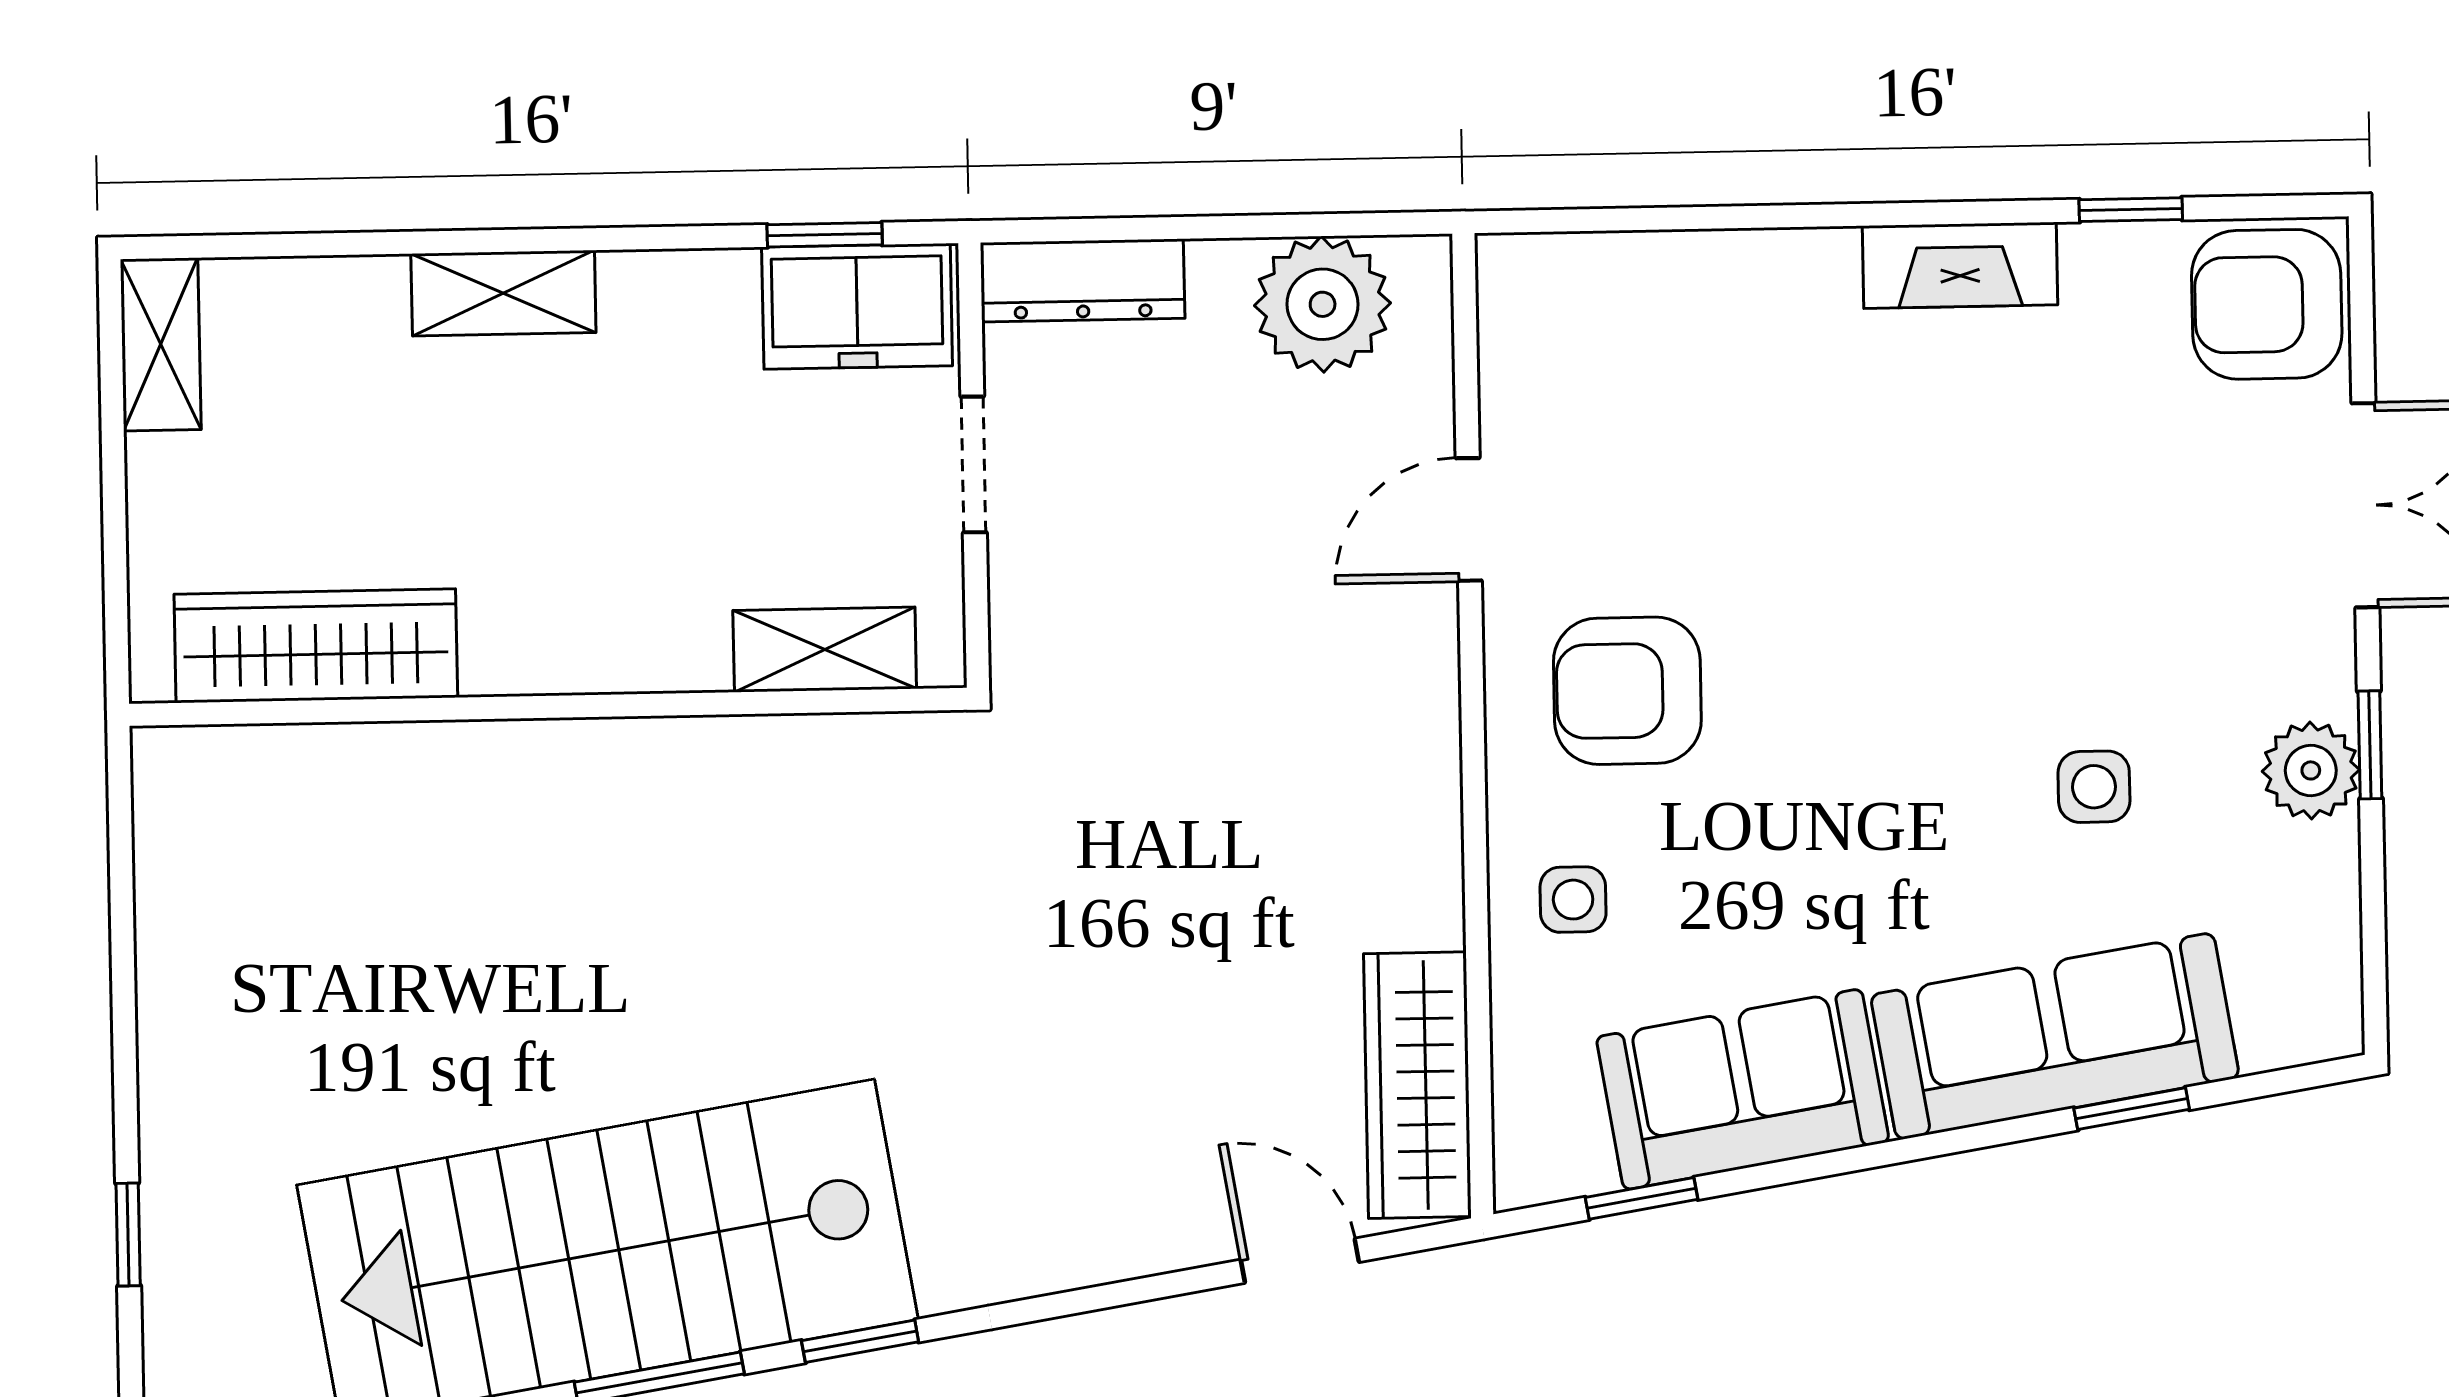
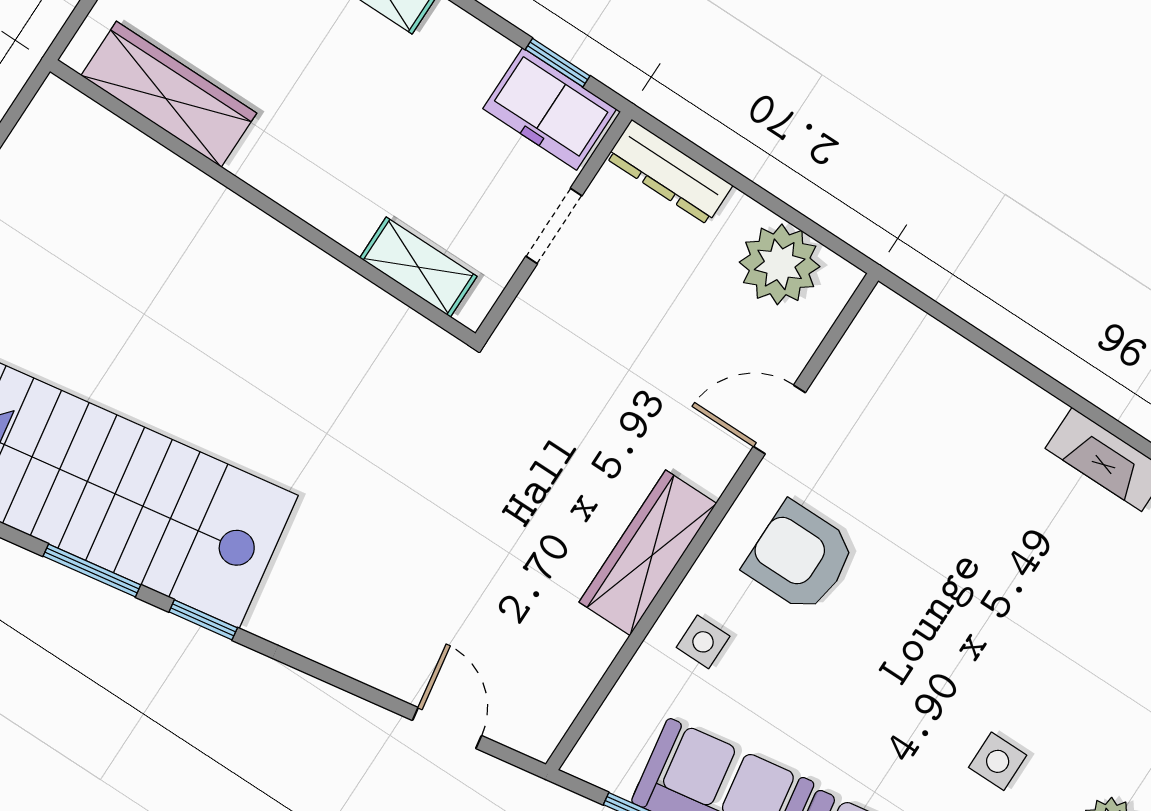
wardrobe: (1417, 1085) -> (648, 553), moved

